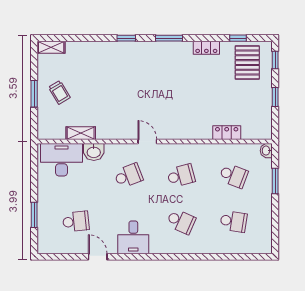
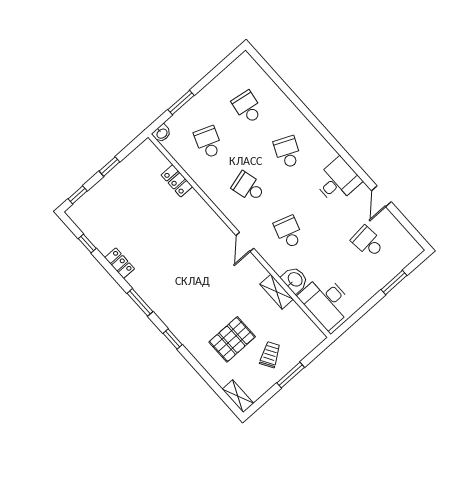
pallet: (247, 63) -> (232, 339), moved
shelving: (81, 133) -> (277, 292), moved
school desk: (128, 176) -> (289, 232), turned 39

